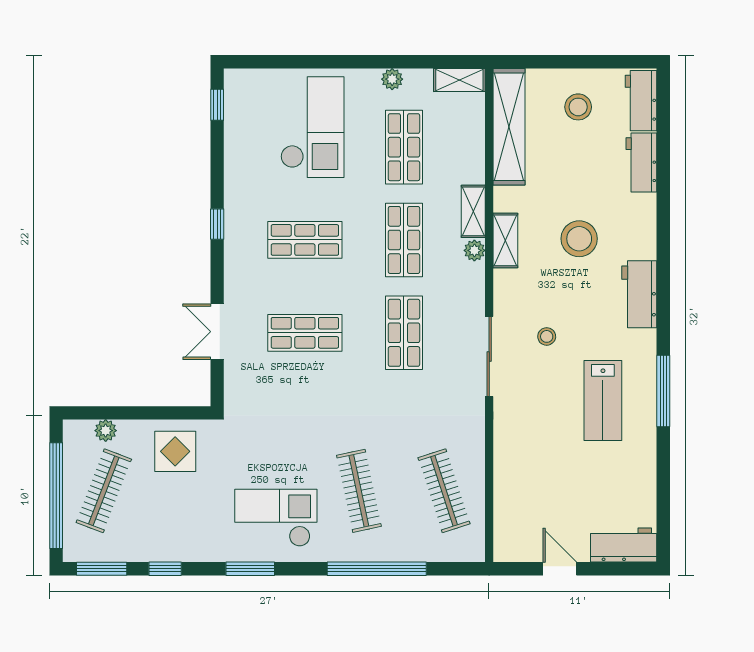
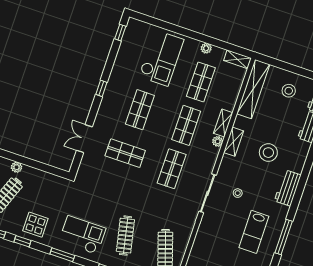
shop shelf: (305, 240) -> (140, 110), turned 90
display table: (175, 451) -> (35, 225), moved

